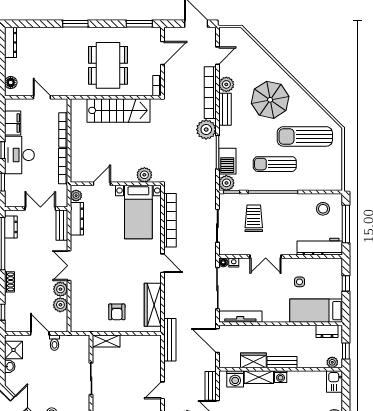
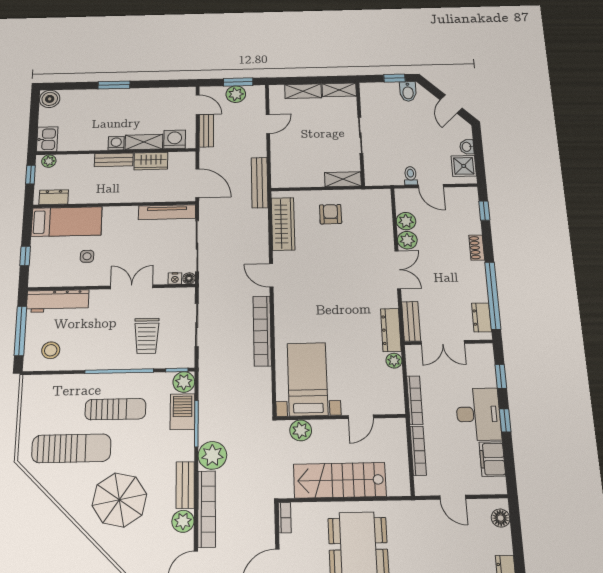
plant: (144, 175) -> (301, 430), moved
door: (102, 184) -> (361, 417), moved
wall: (116, 184) -> (341, 417), moved
bed with nightstands: (138, 212) -> (307, 379), moved

